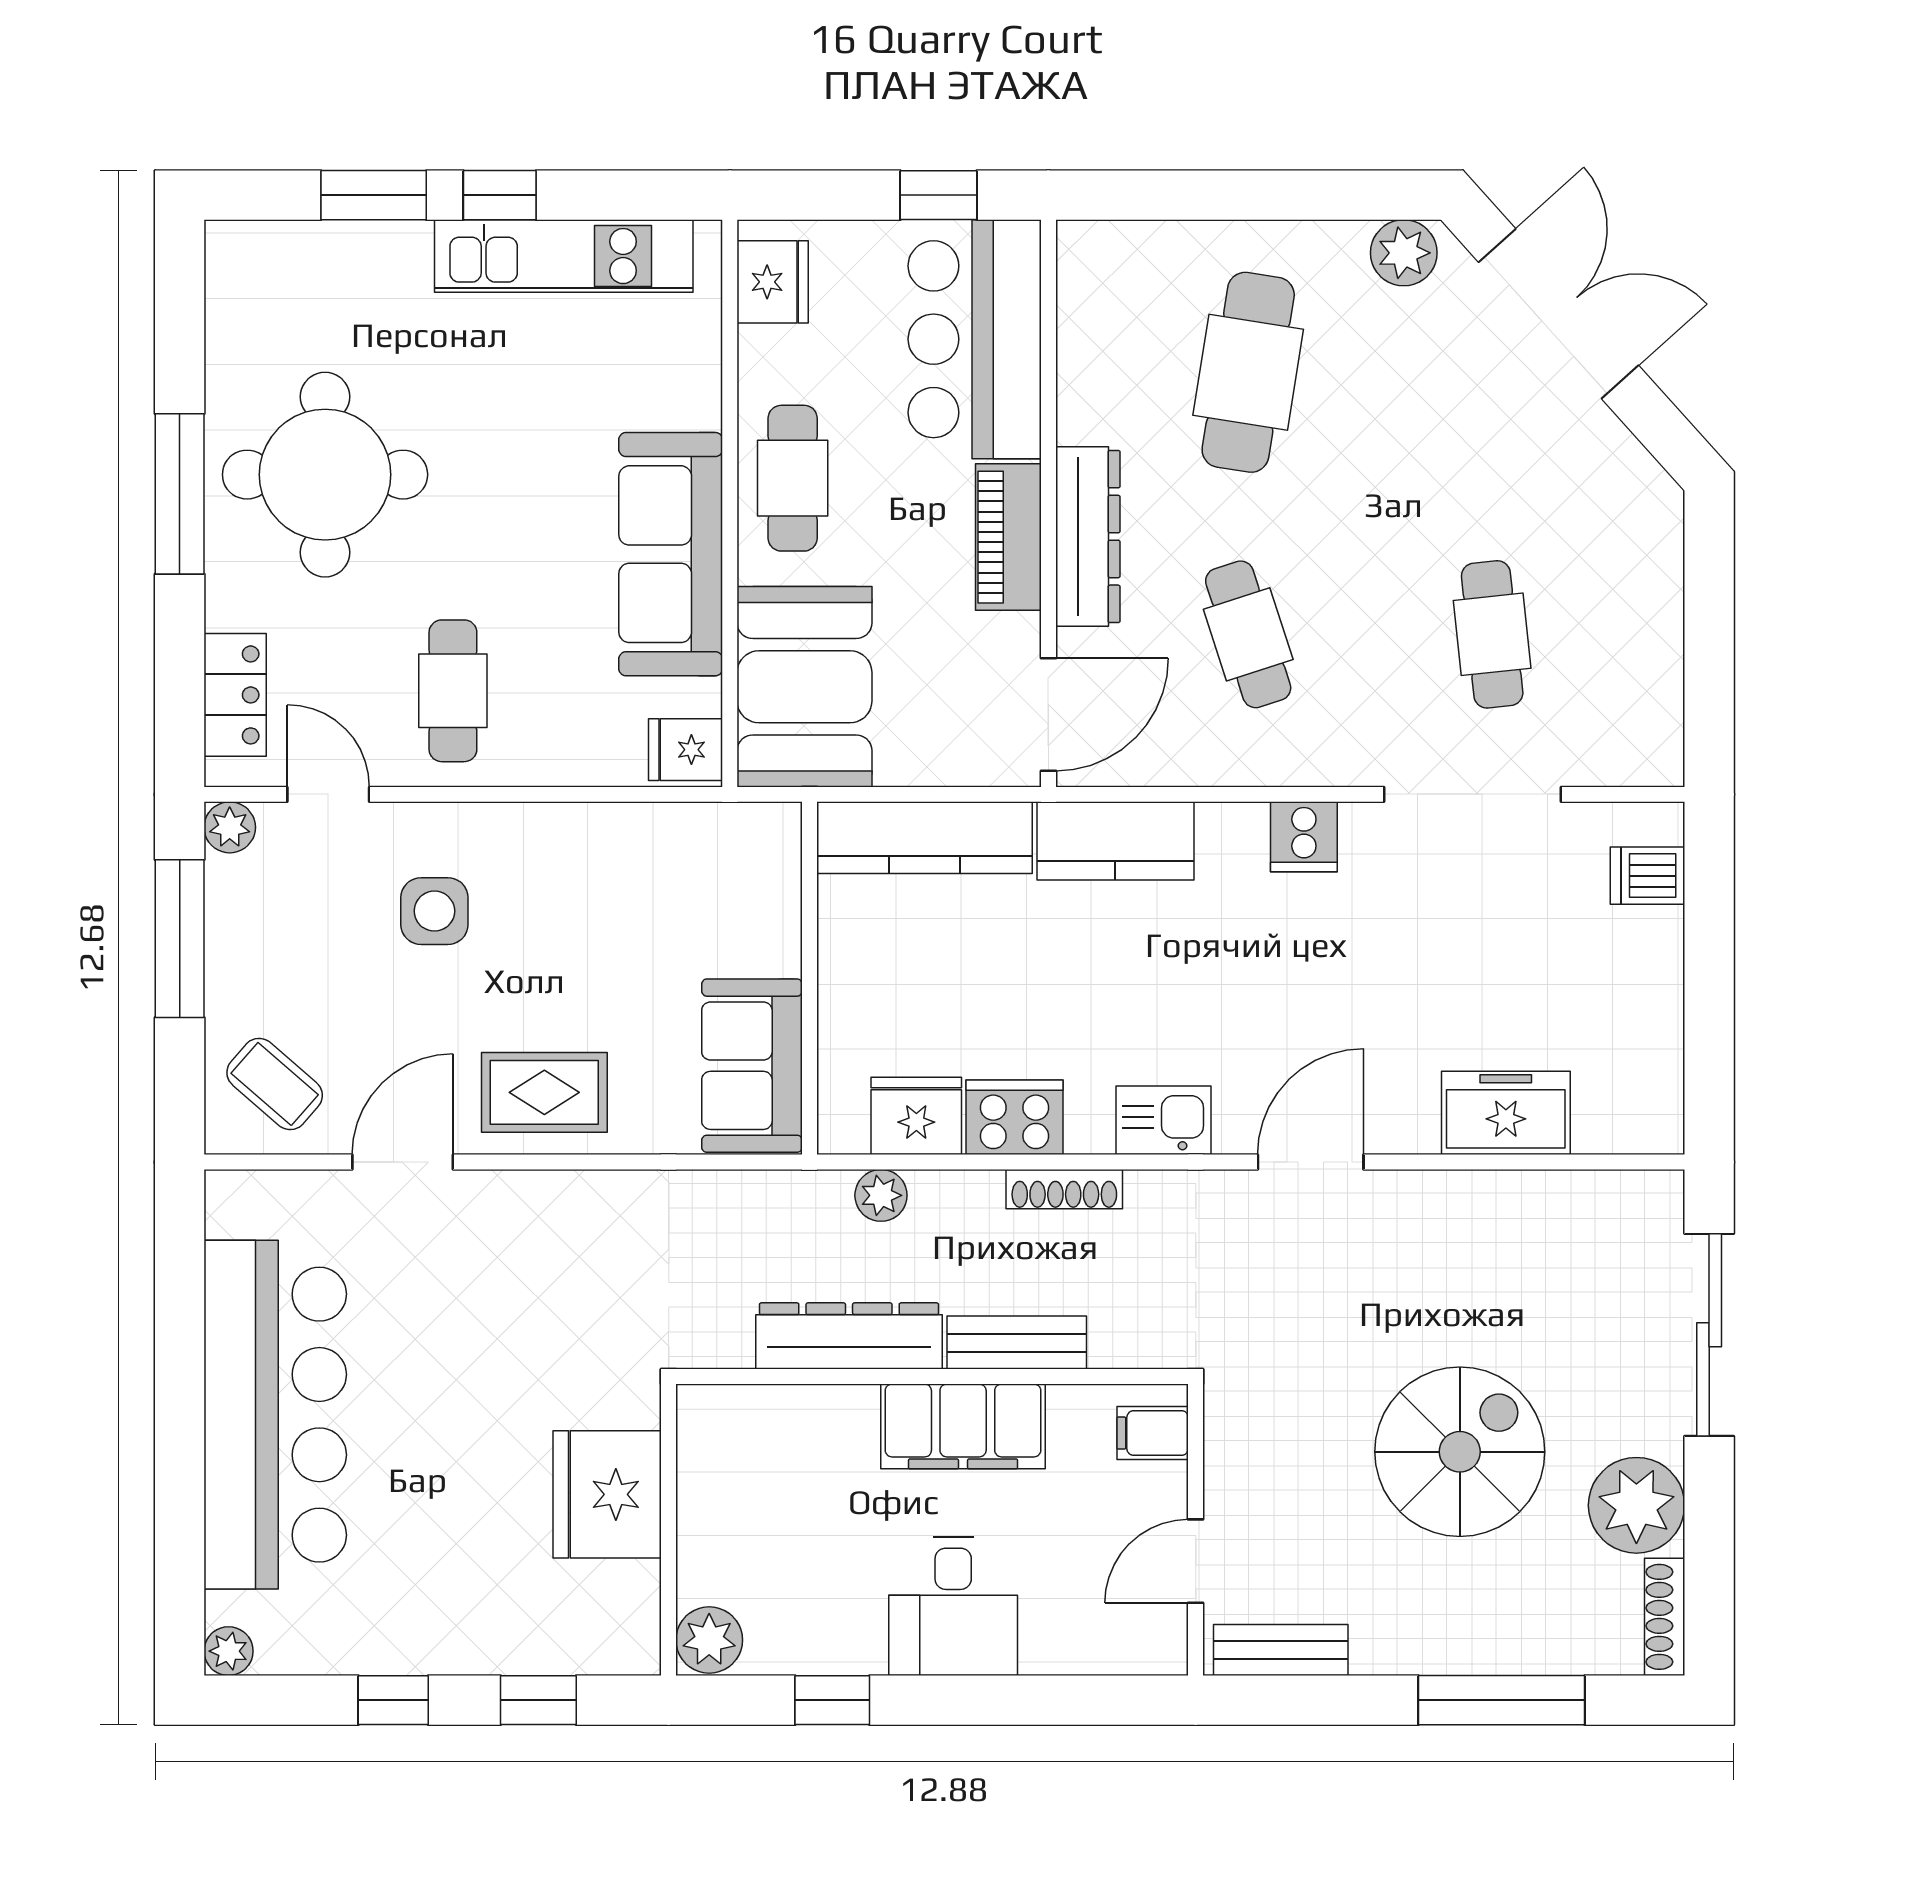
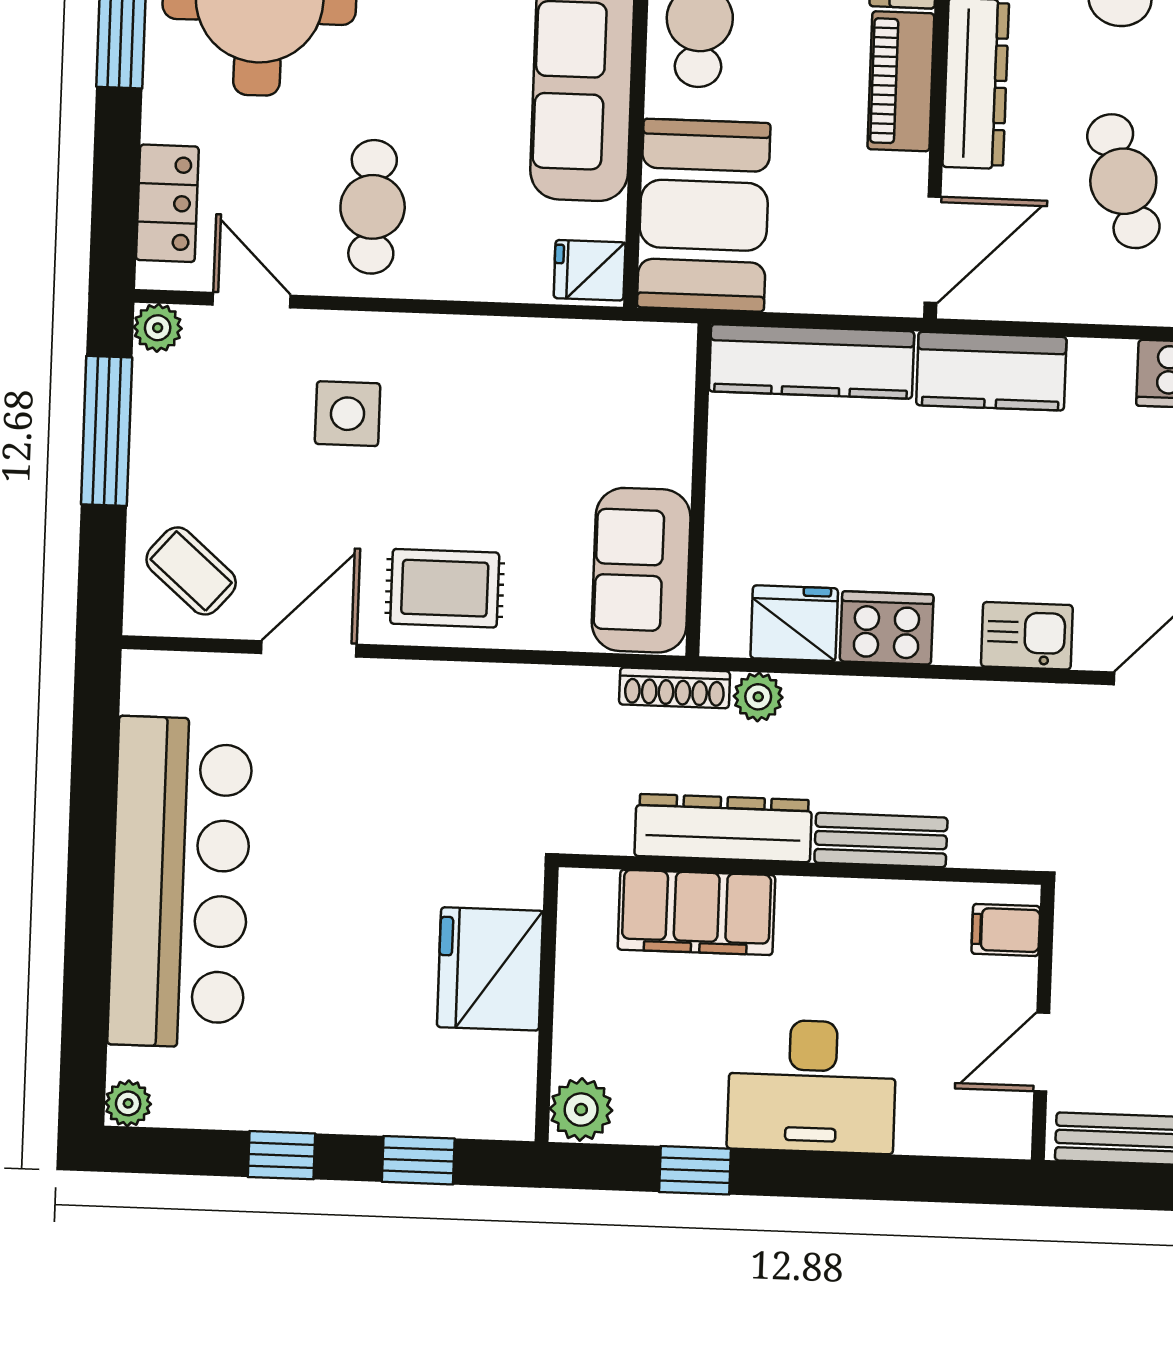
shoe rack: (1064, 1189) -> (675, 688), moved
filing cabinet: (963, 1426) -> (696, 912), moved
desk: (953, 1606) -> (812, 1086), width x1.37

